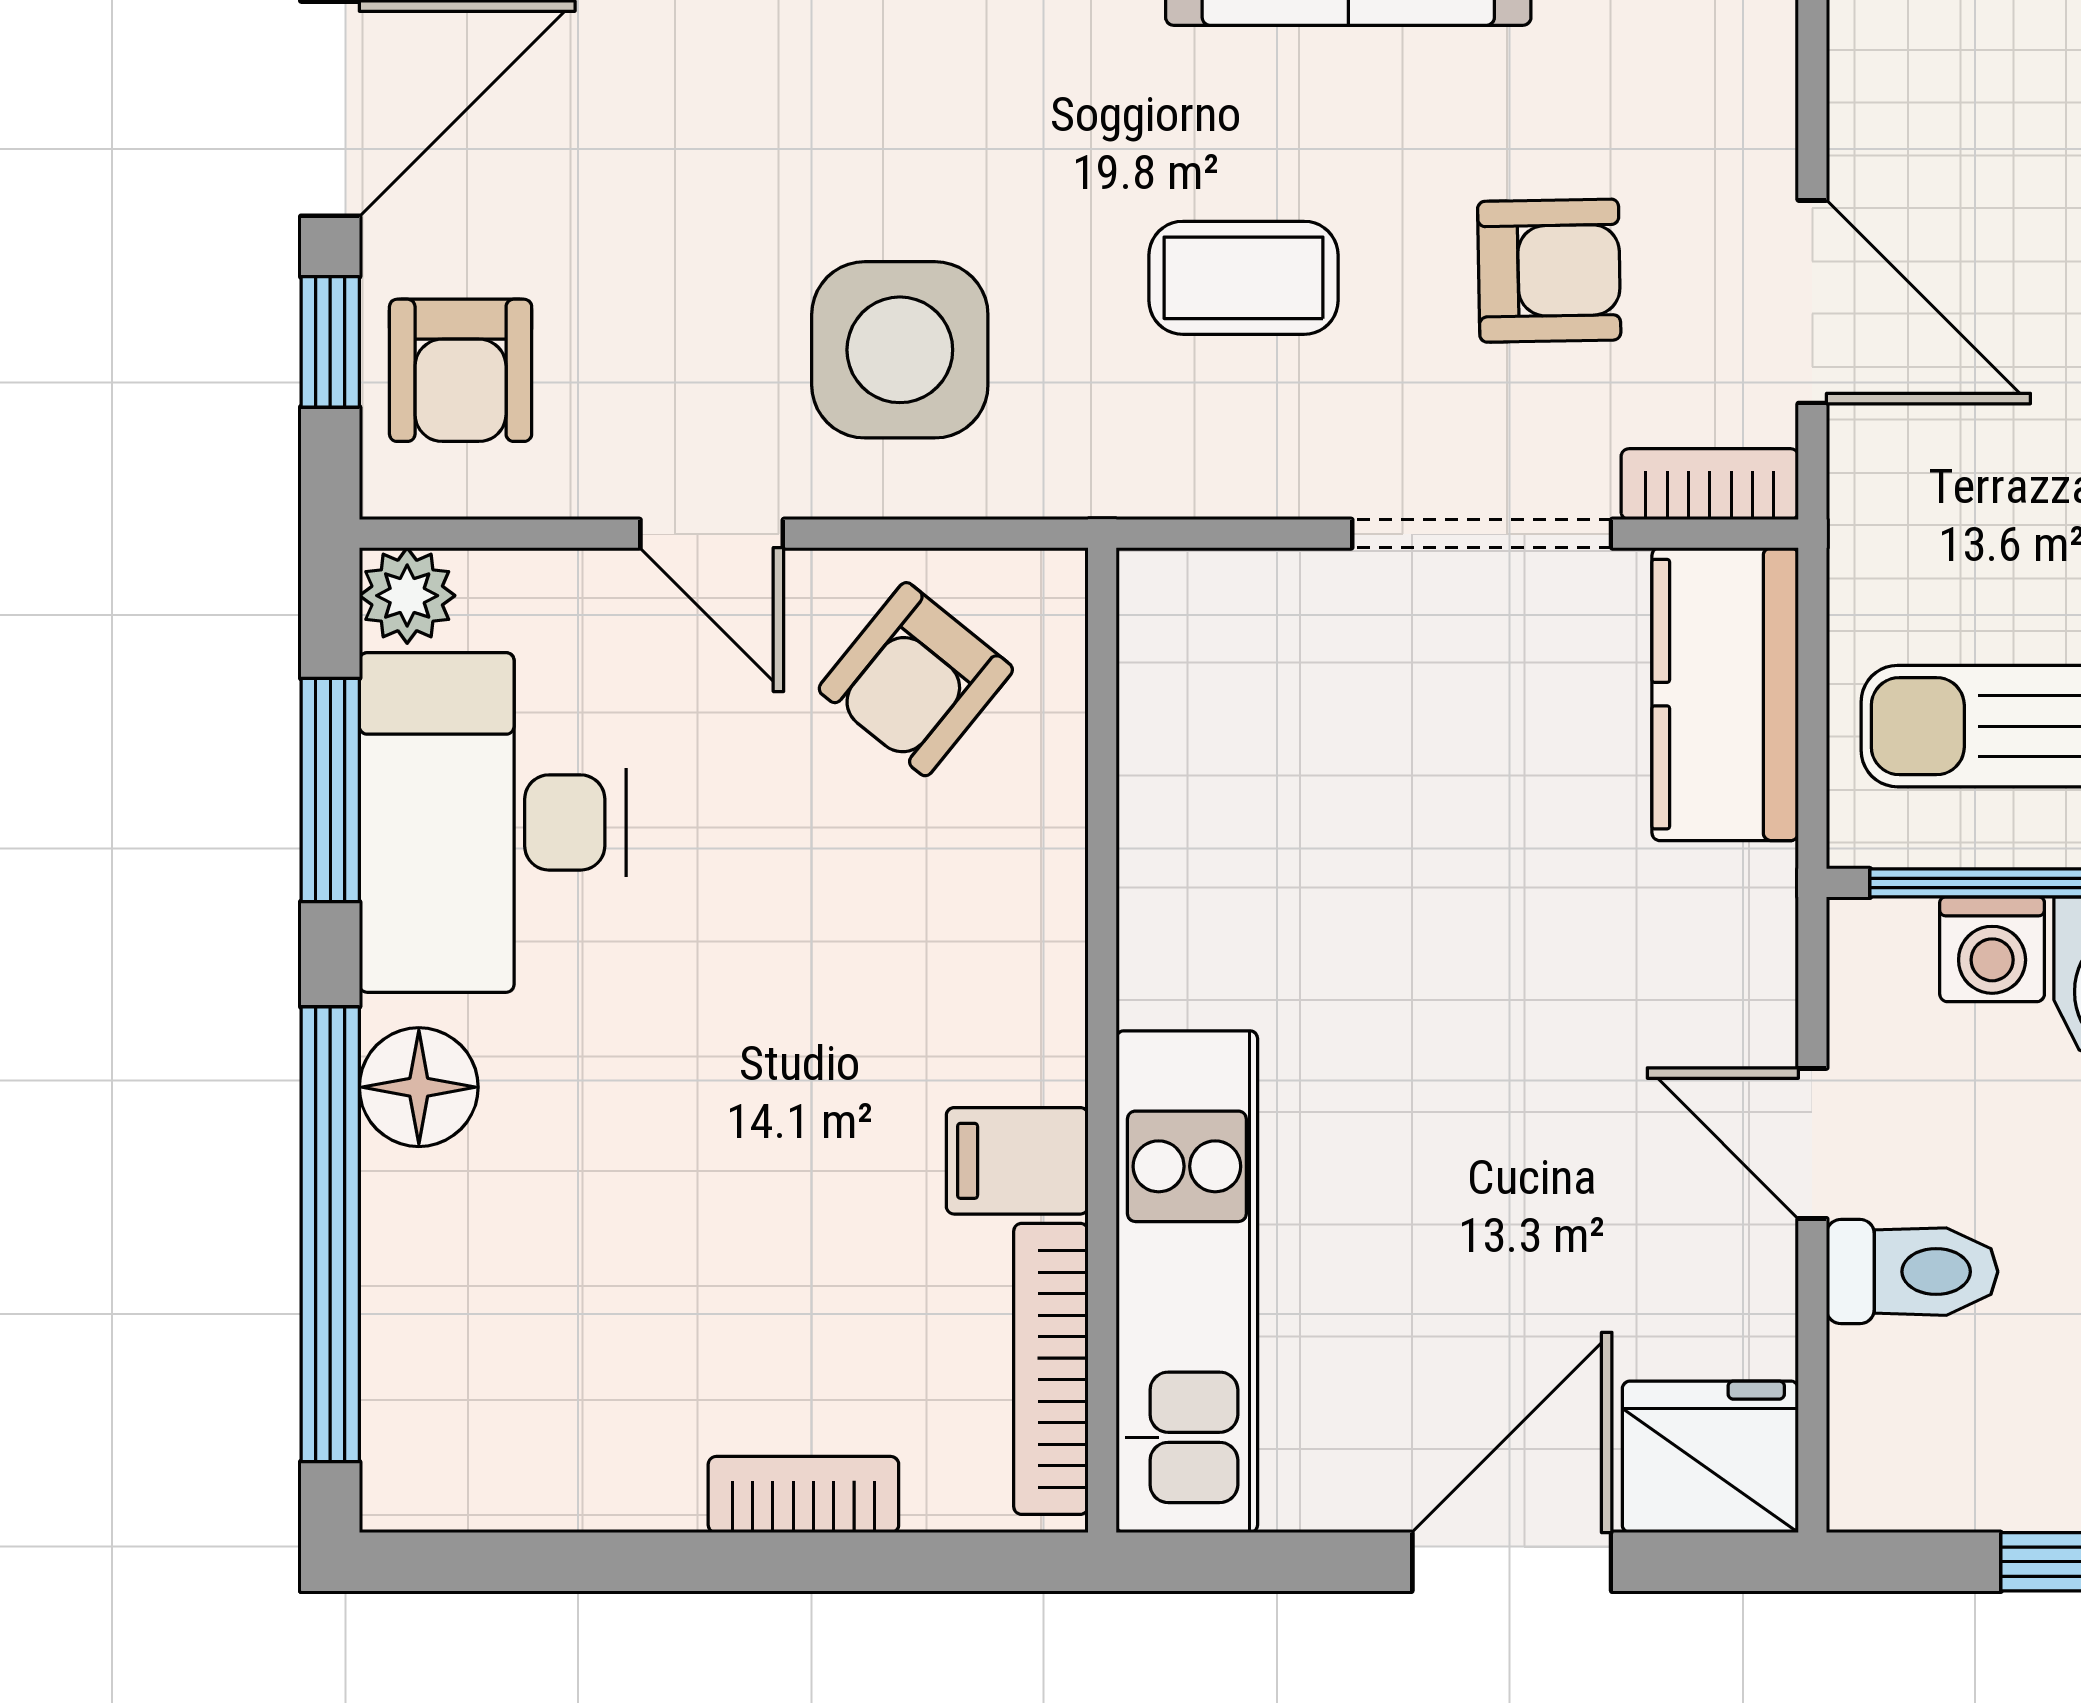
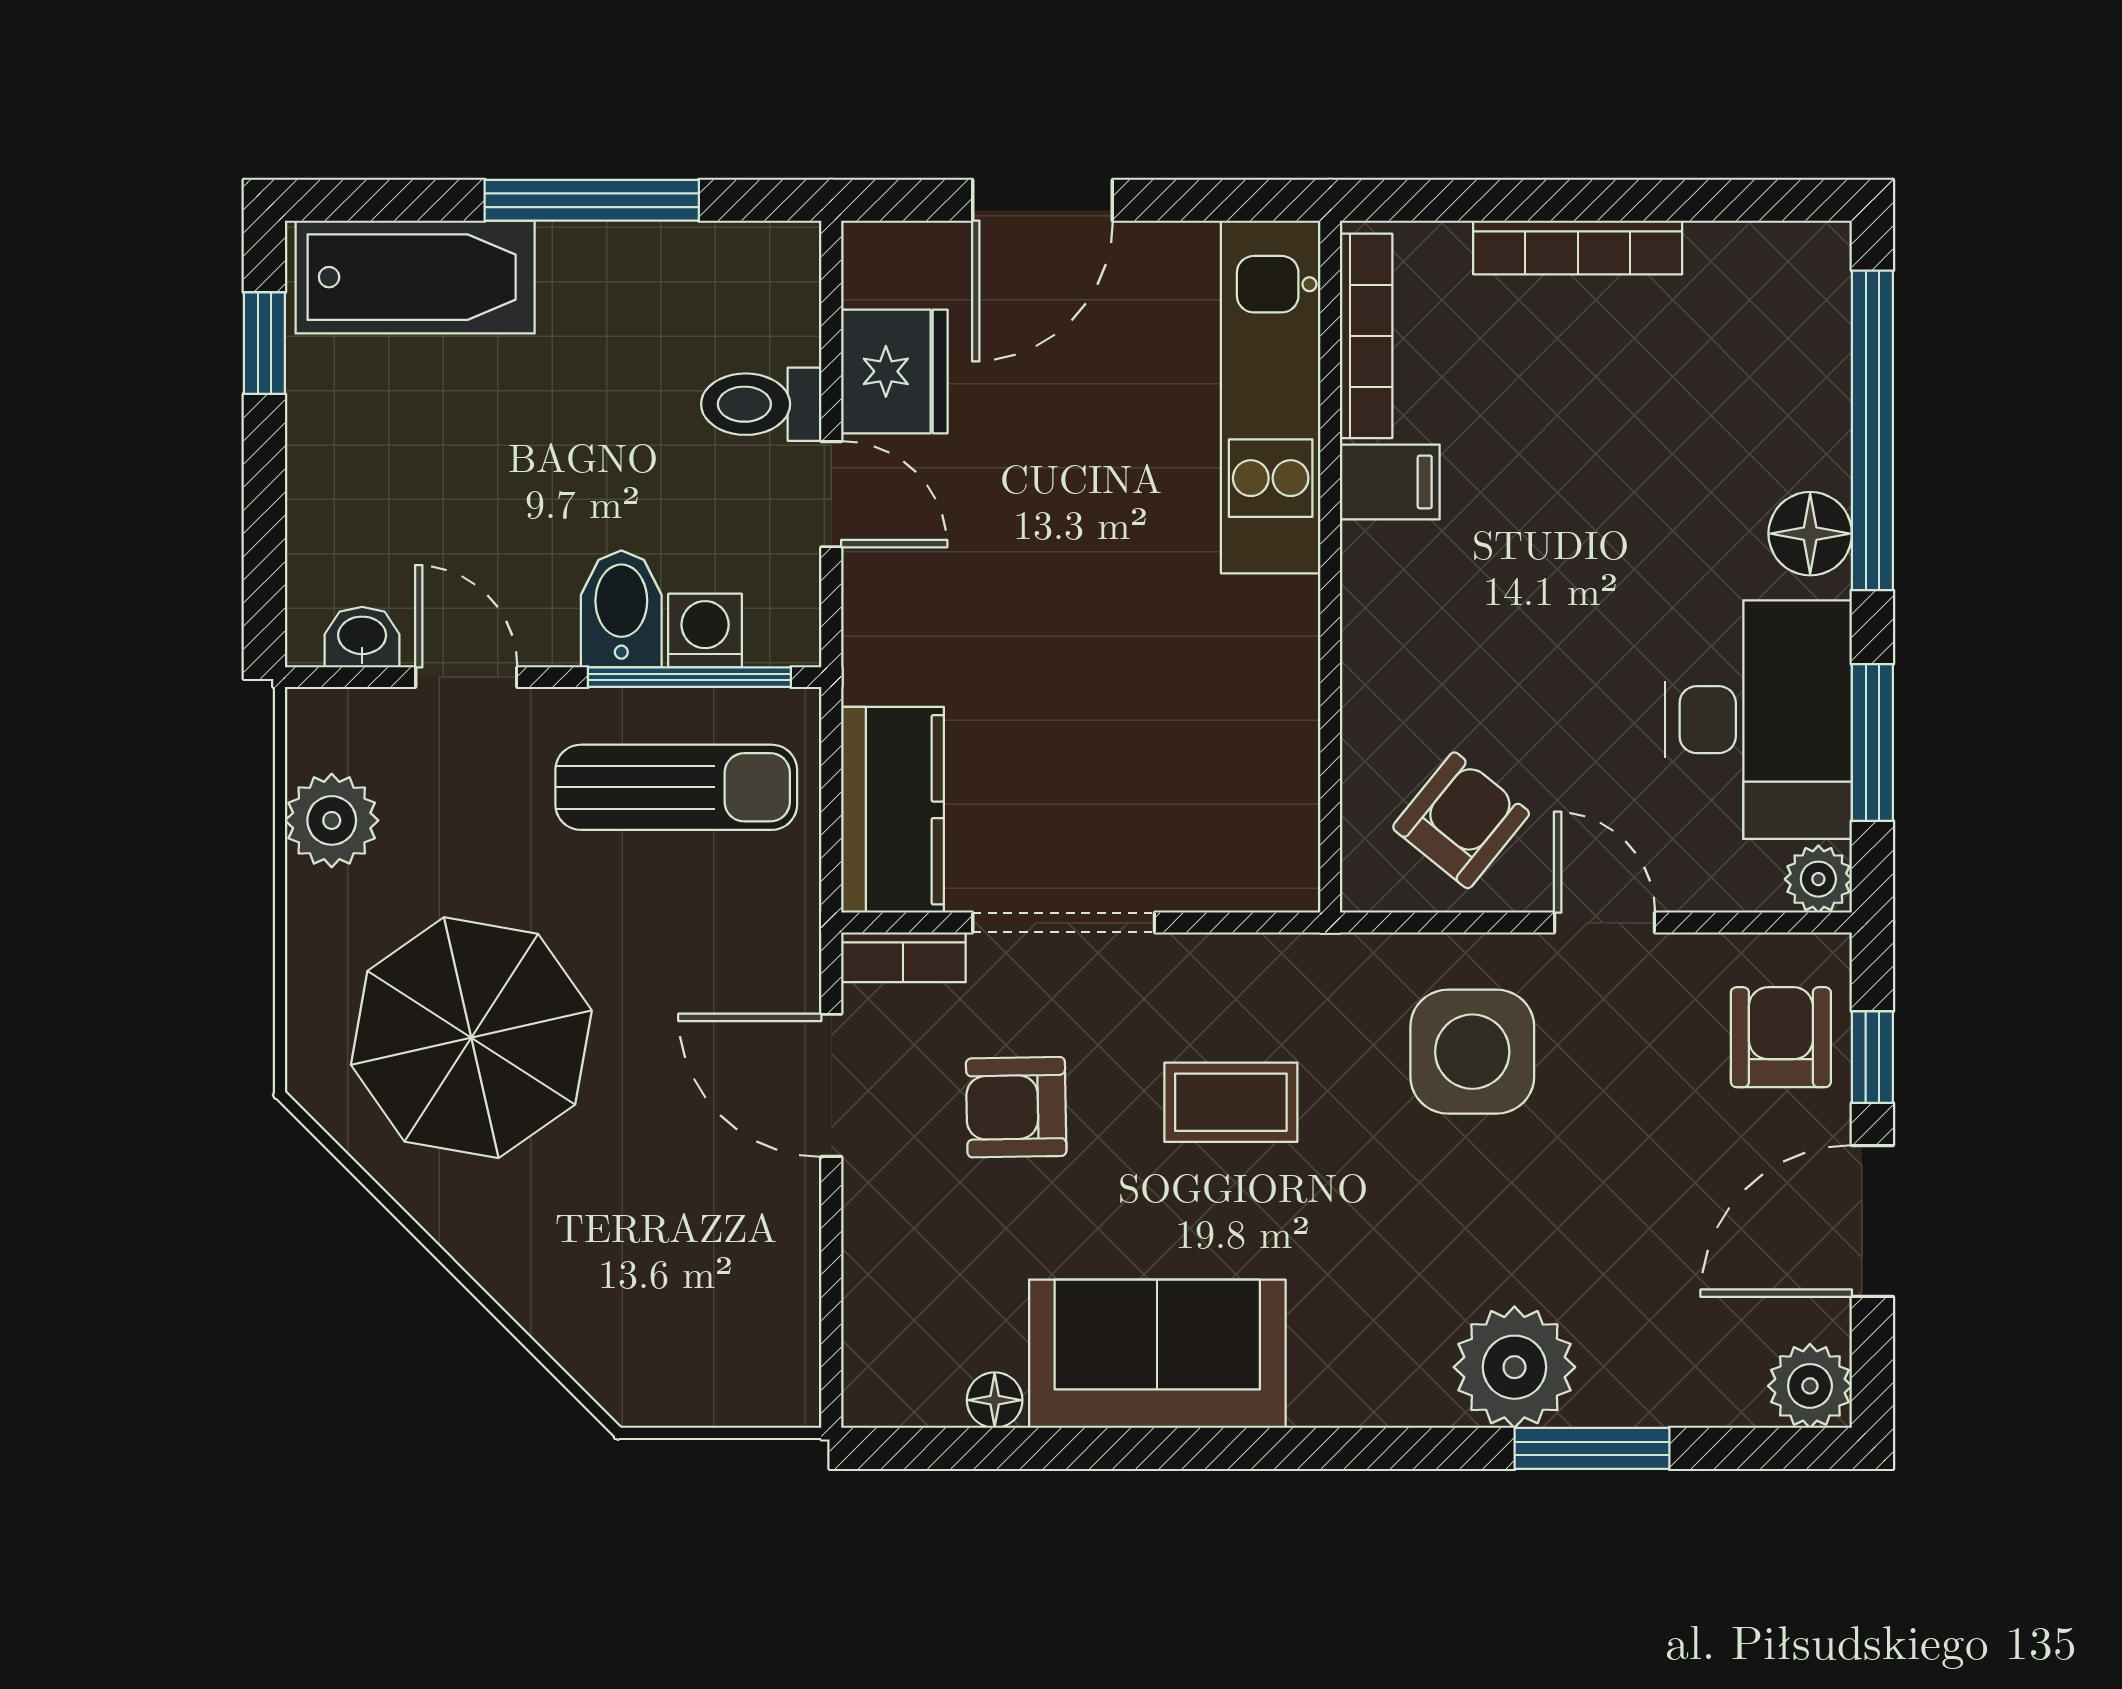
fridge: (1710, 1457) -> (894, 371), moved, turned -90
bookcase: (803, 1495) -> (1578, 248), width x1.56

